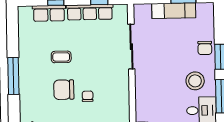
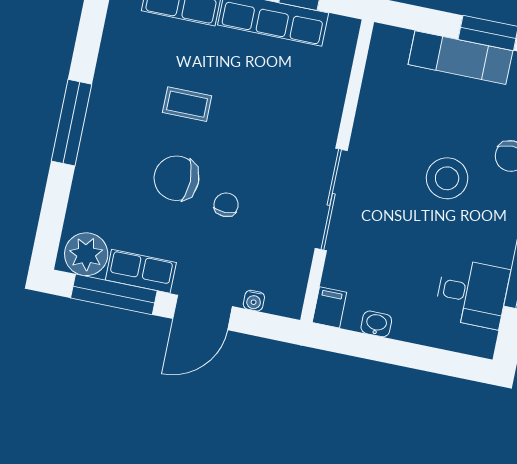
sliding door: (131, 47) -> (331, 199), moved
stool: (195, 81) -> (447, 178), moved

